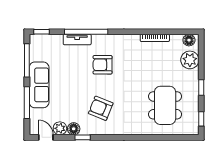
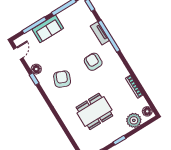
sofa: (39, 85) -> (48, 29), width x0.73
dining table: (165, 105) -> (94, 111), moved
plant: (60, 128) -> (31, 59), removed

